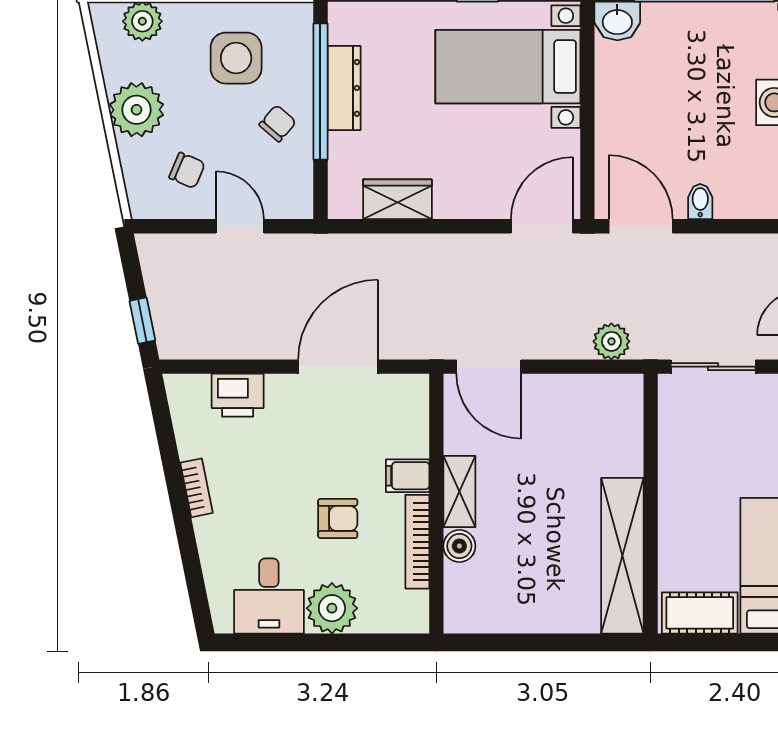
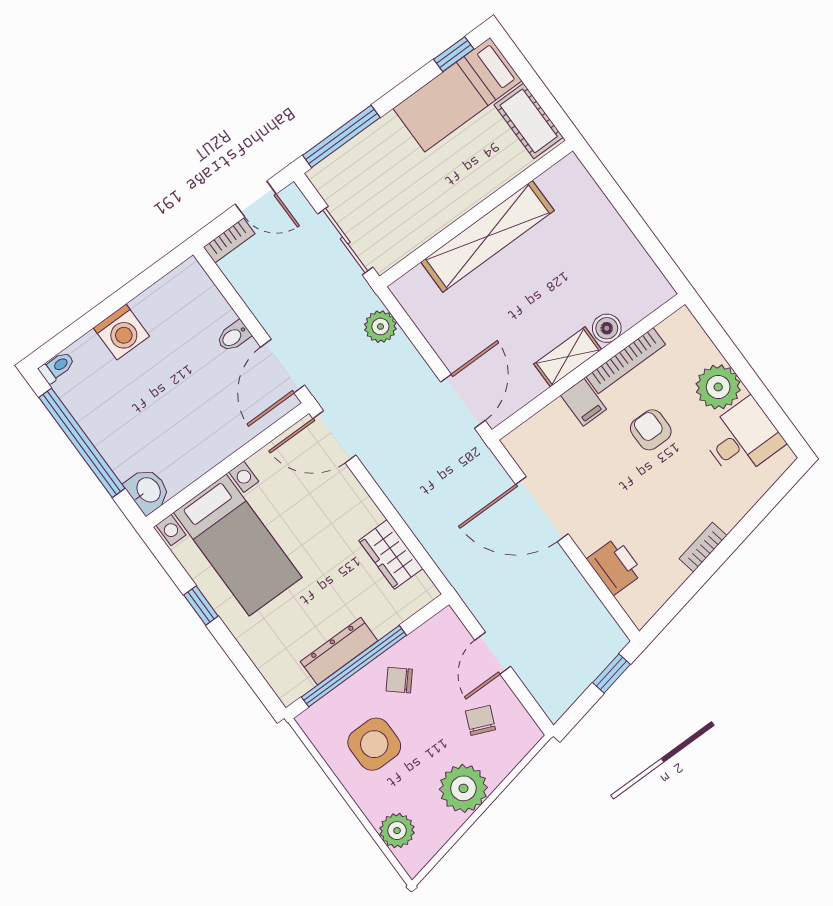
shelving: (622, 556) -> (487, 236), moved

